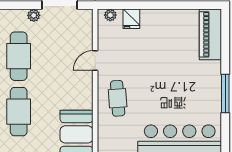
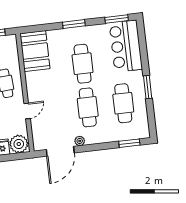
plant: (110, 15) -> (19, 144), width x1.87, depth x1.87

